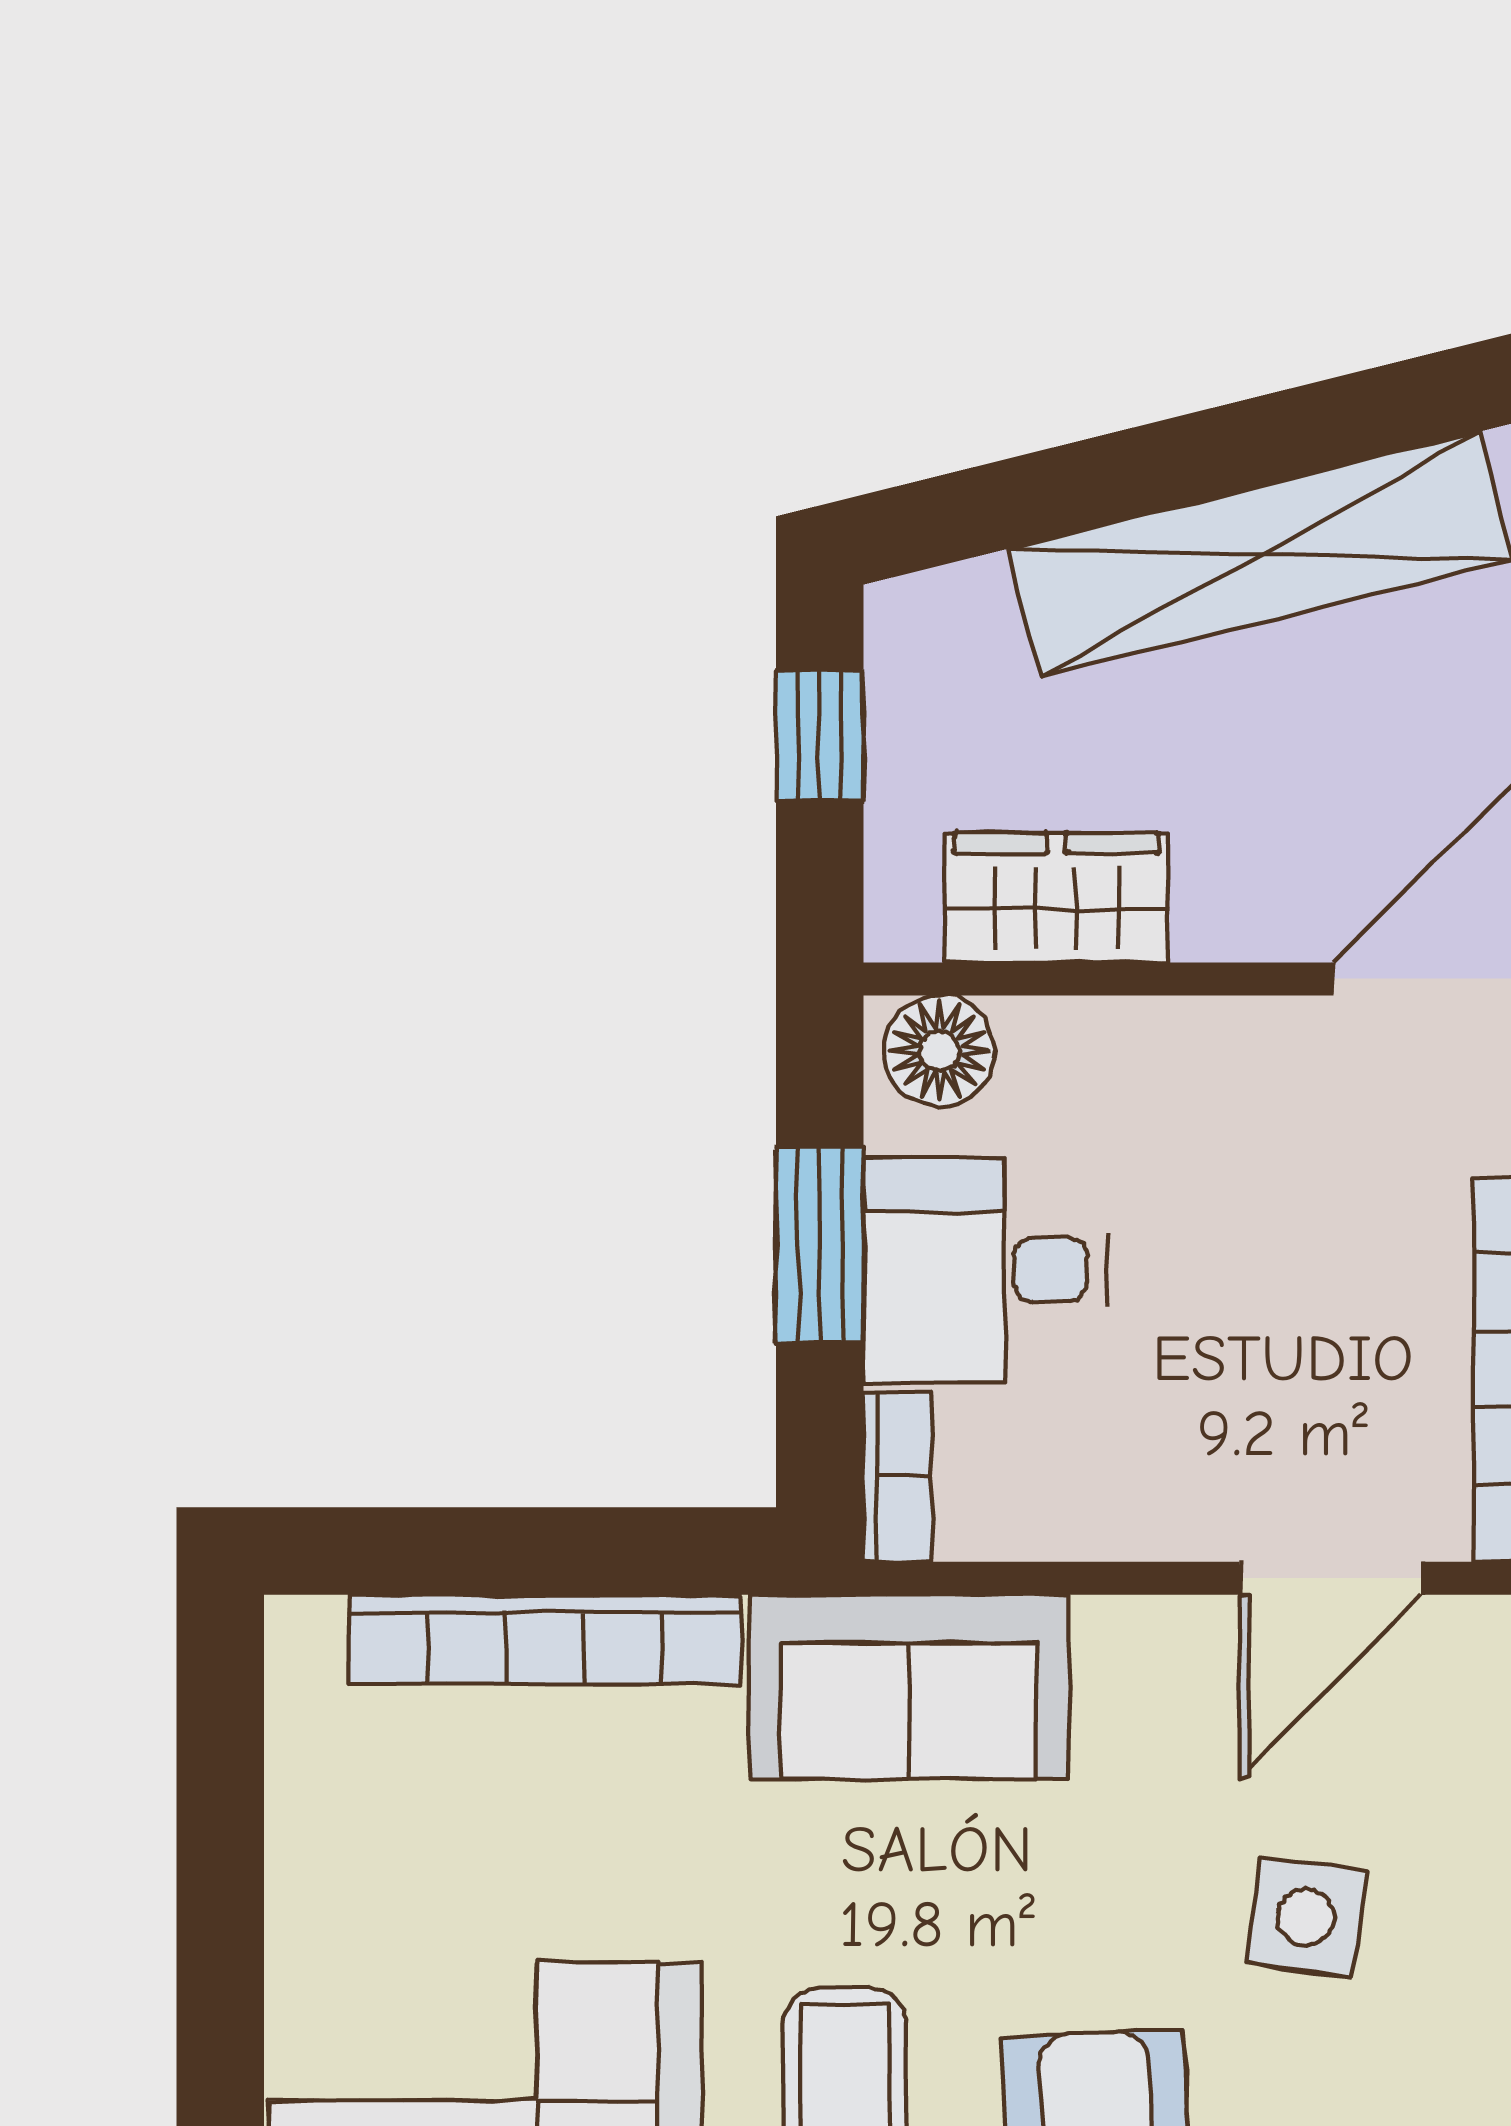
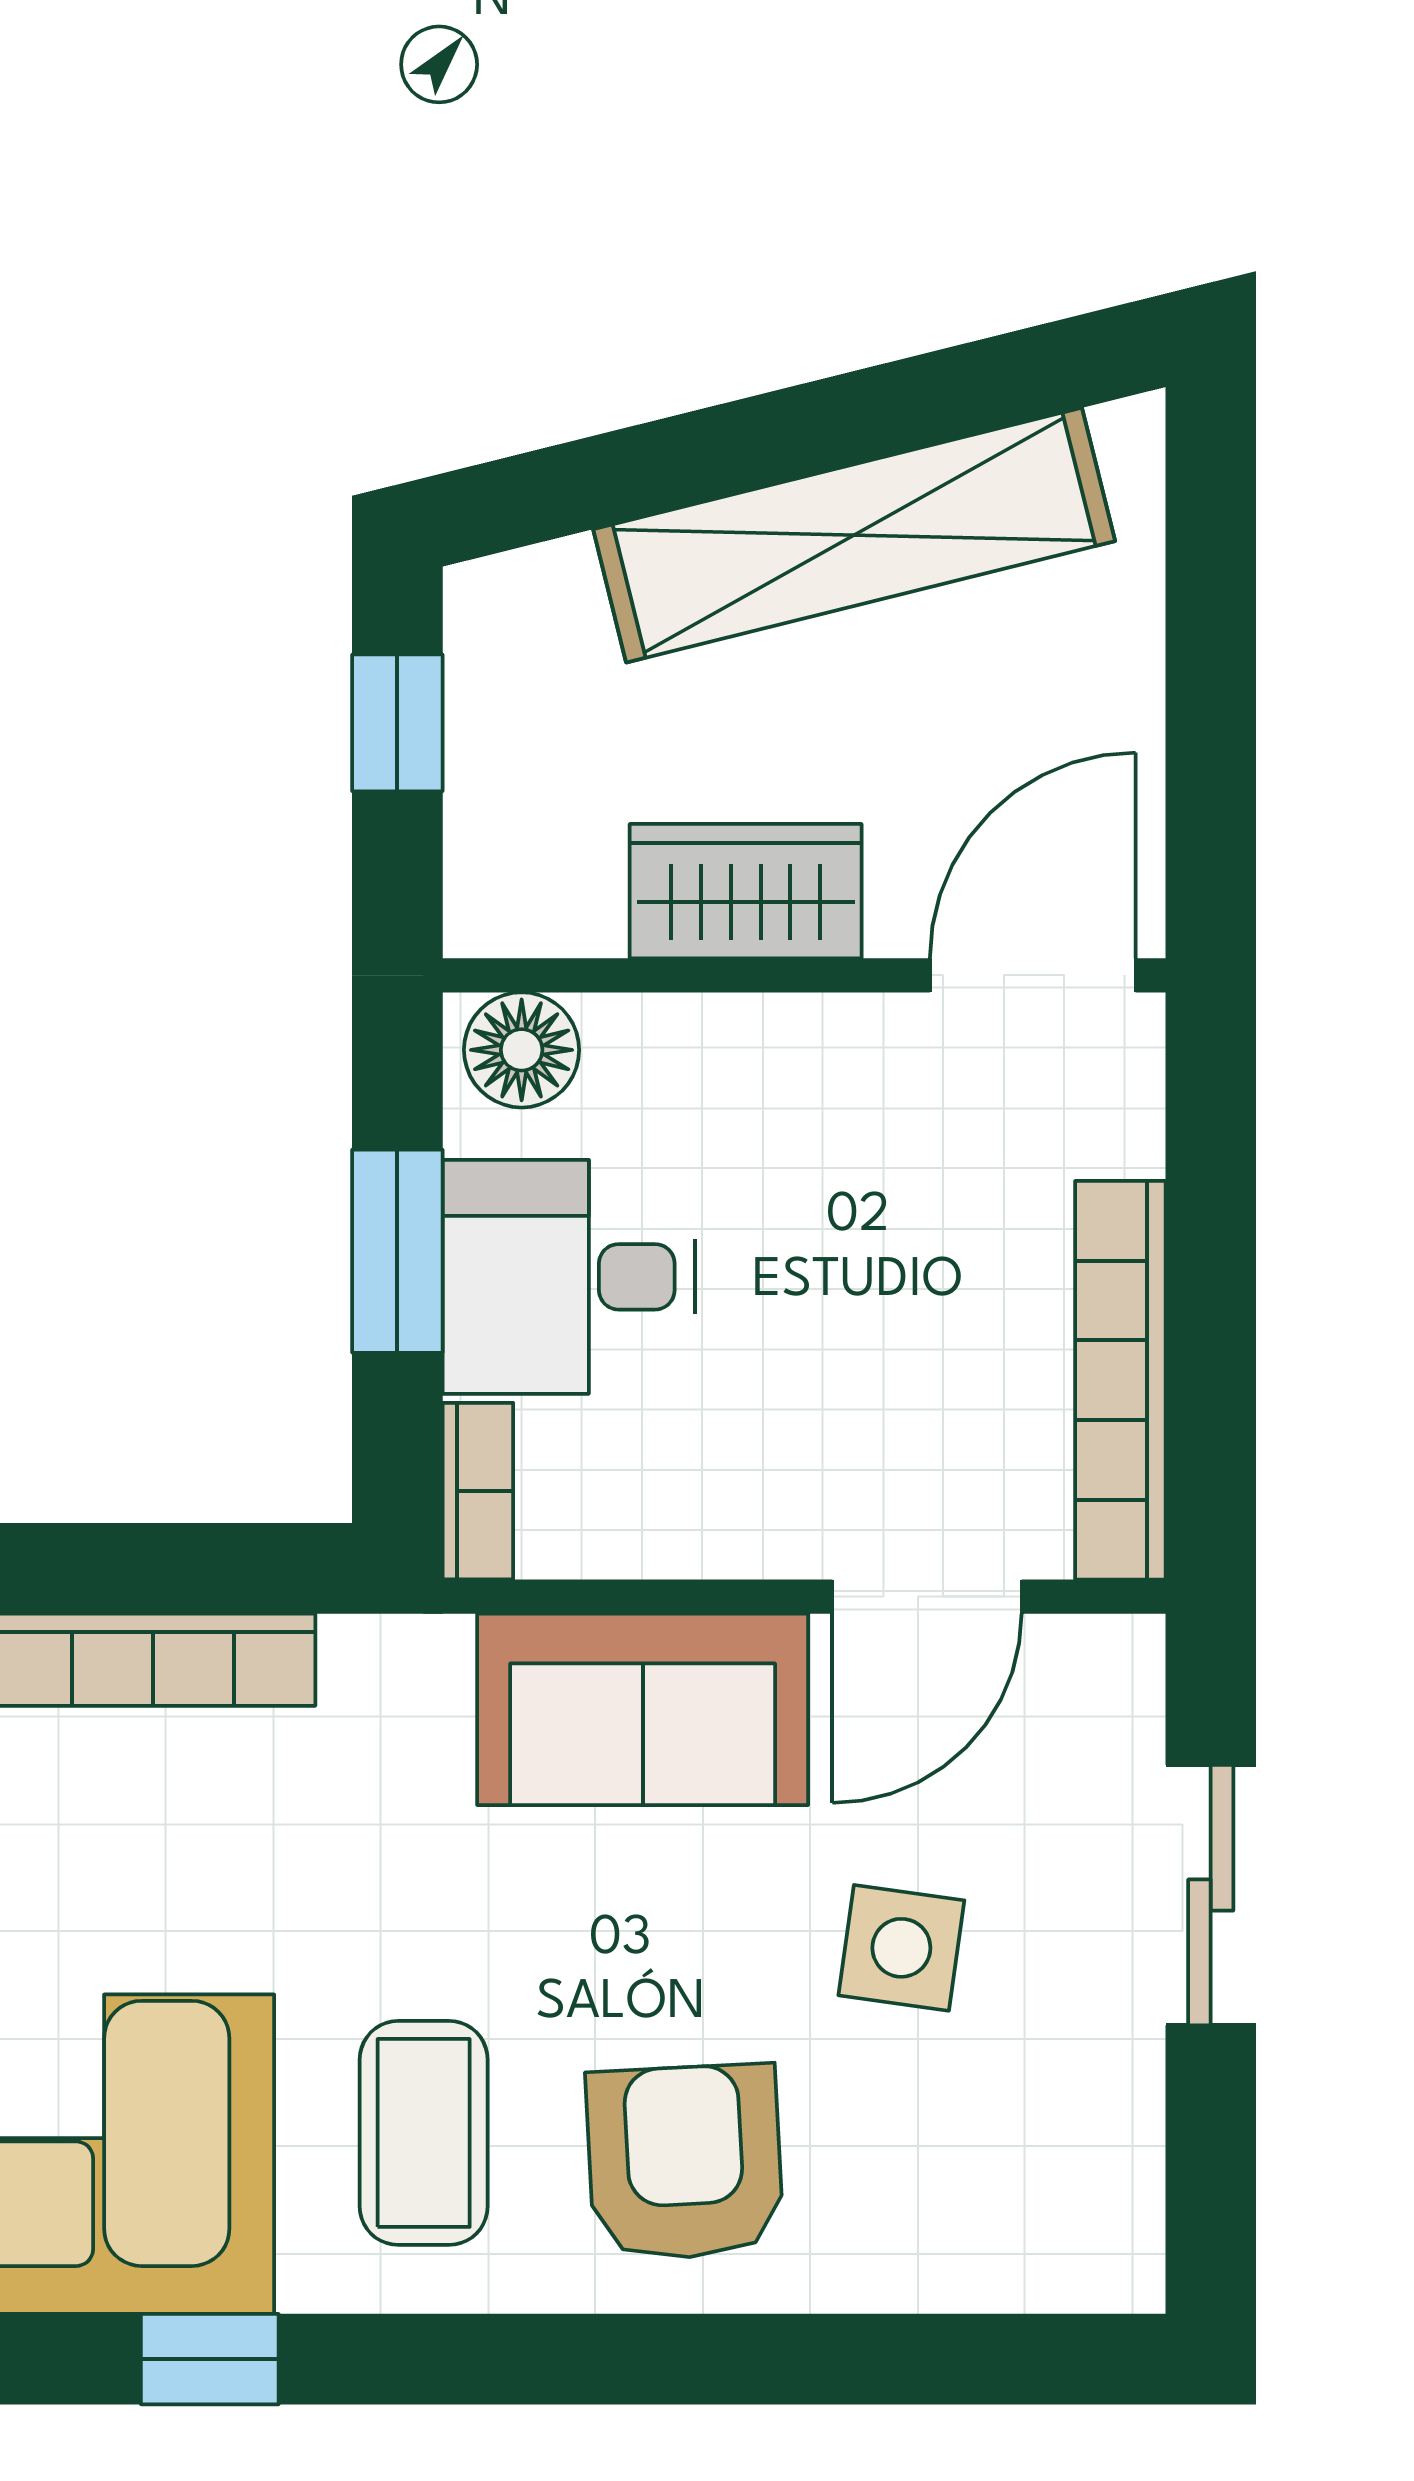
wardrobe: (1056, 898) -> (746, 891), moved
sofa: (909, 1687) -> (643, 1709), moved

